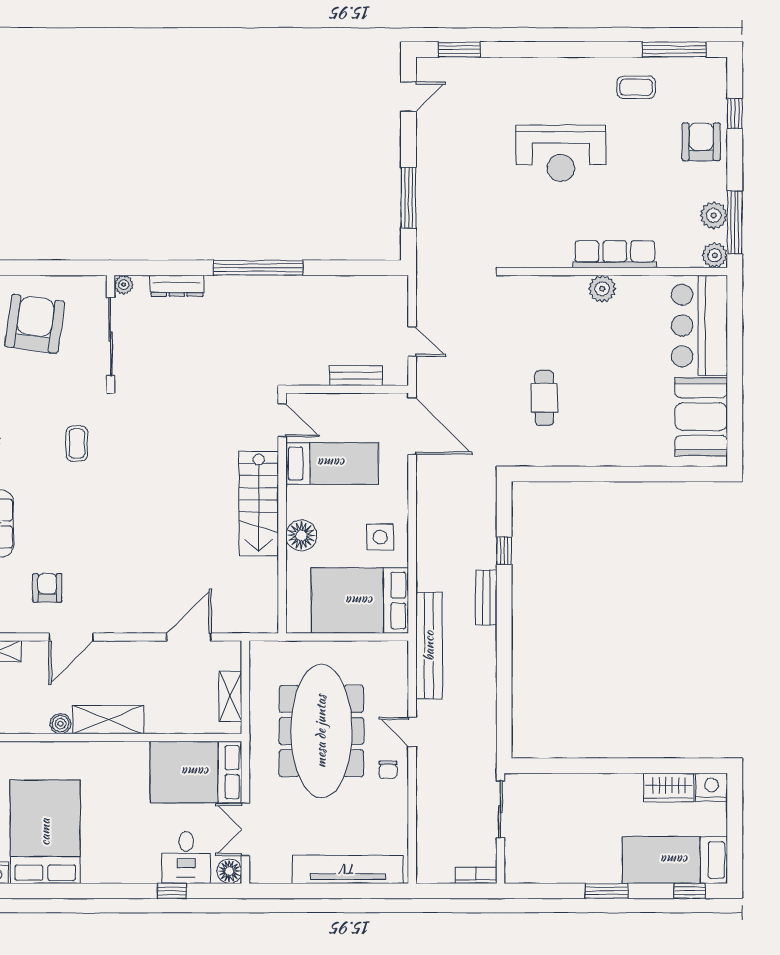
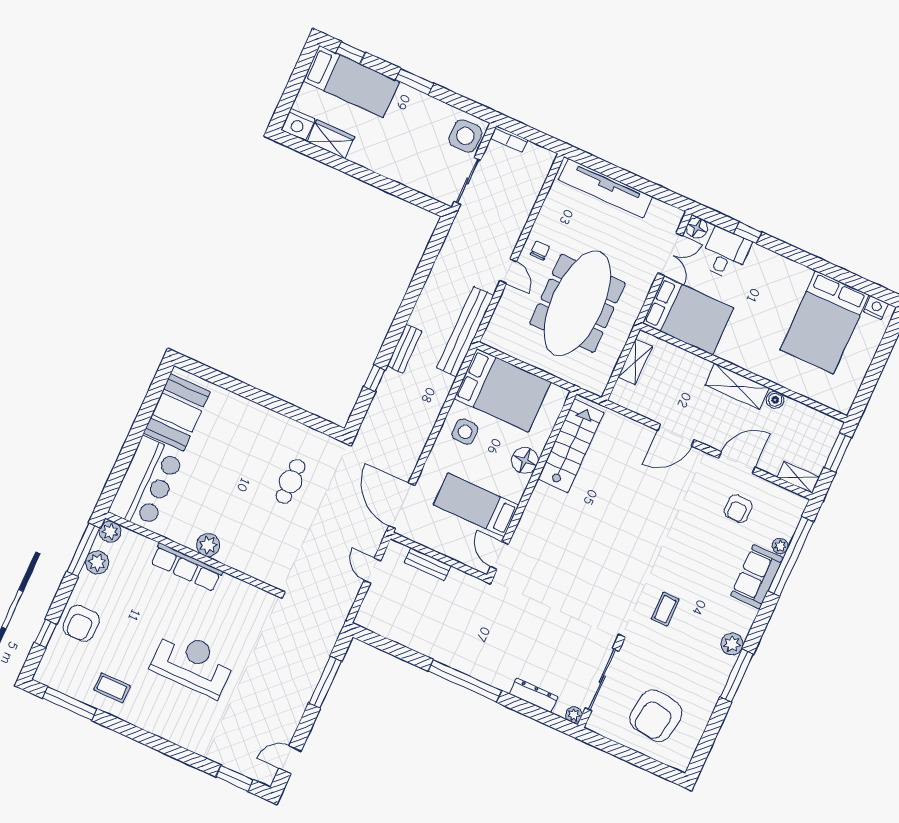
stairs: (259, 503) -> (571, 446), moved
door: (189, 637) -> (676, 435), moved
side table: (525, 857) -> (465, 136), added

